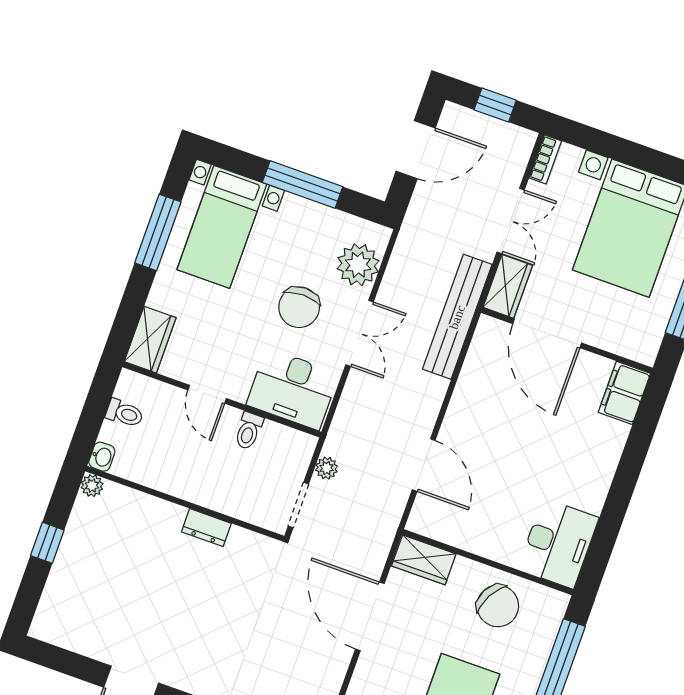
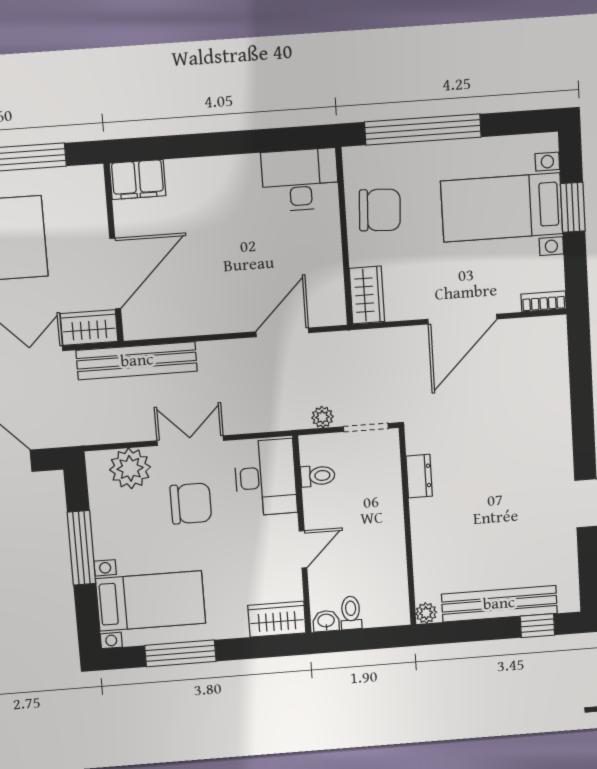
toilet: (249, 431) -> (318, 476), moved
washbasin: (102, 457) -> (326, 621), moved
dresser: (206, 528) -> (419, 476), moved
window: (47, 543) -> (537, 626), moved
bench: (70, 560) -> (499, 604), added
chair: (498, 606) -> (380, 210), turned 65
door: (370, 616) -> (462, 319), moved

